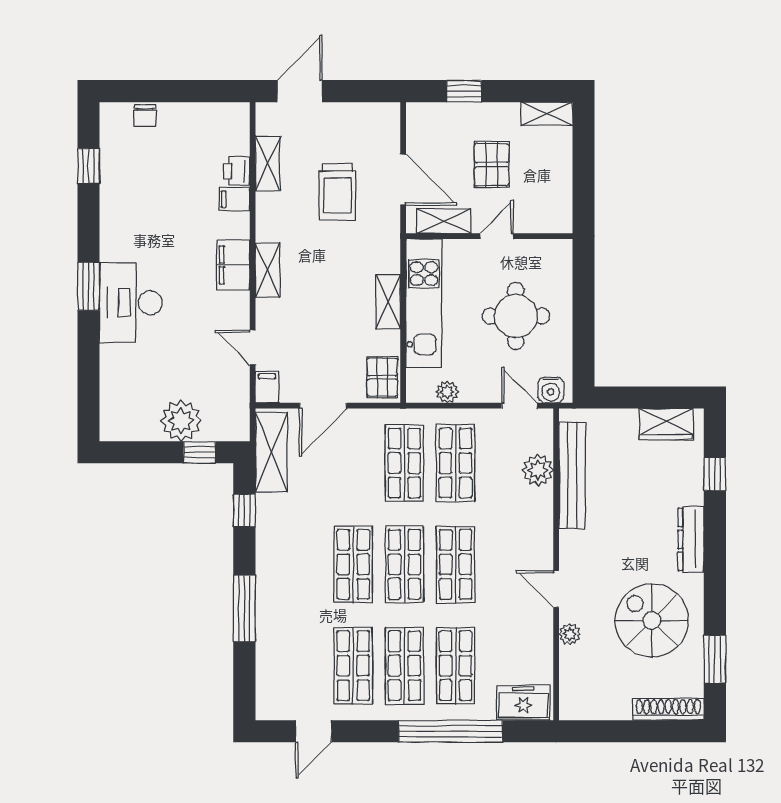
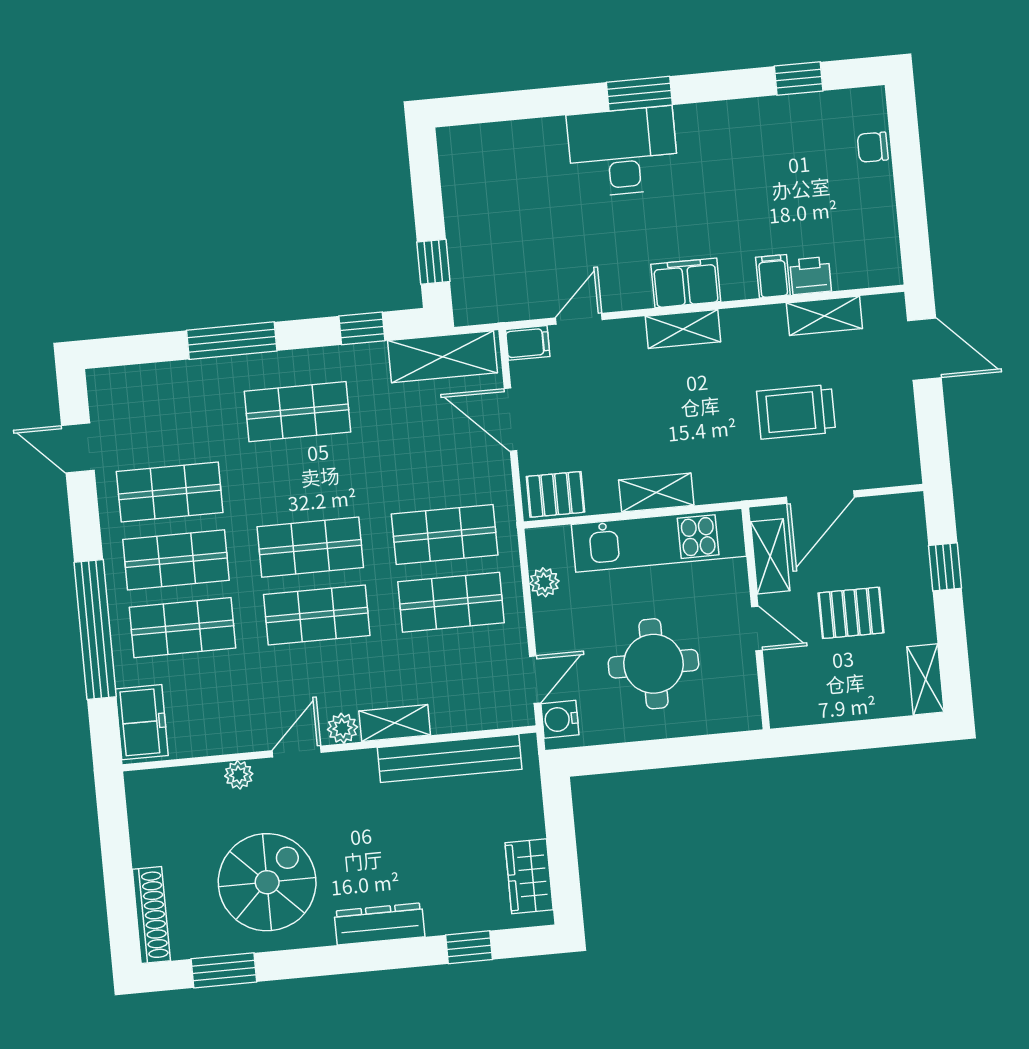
plant: (181, 421) -> (473, 233), removed
plant: (538, 470) -> (342, 728), moved, width x0.73, depth x0.73
shelving: (542, 514) -> (395, 723), added
shop shelf: (353, 564) -> (298, 412), moved

